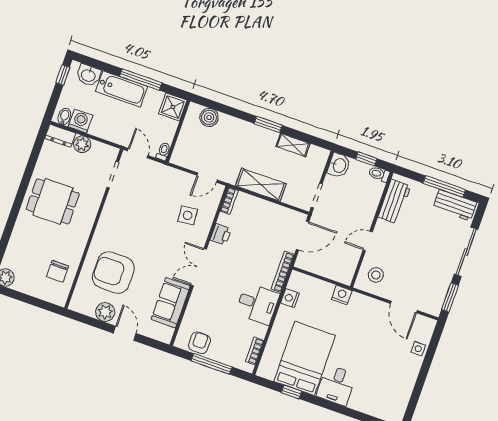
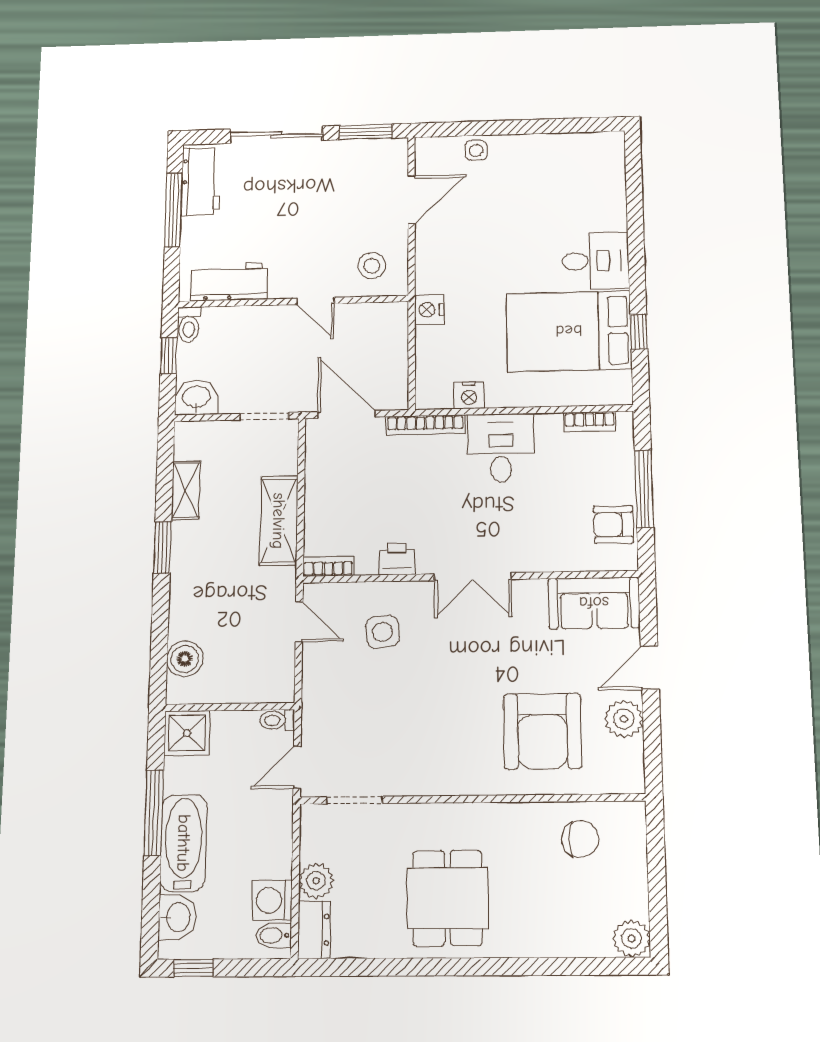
sofa: (171, 303) -> (594, 603), moved

